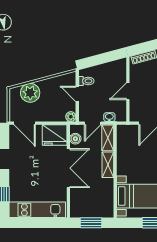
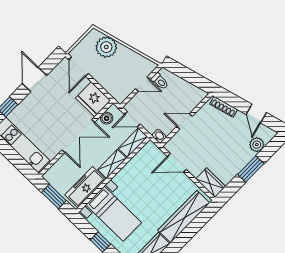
door: (77, 94) -> (143, 84), swing flipped
plant: (71, 117) -> (120, 97), removed
washbasin: (109, 117) -> (159, 136), moved
freezer: (105, 197) -> (85, 187), added

